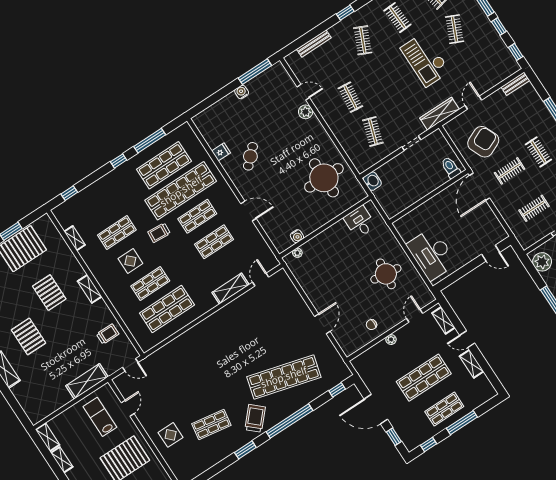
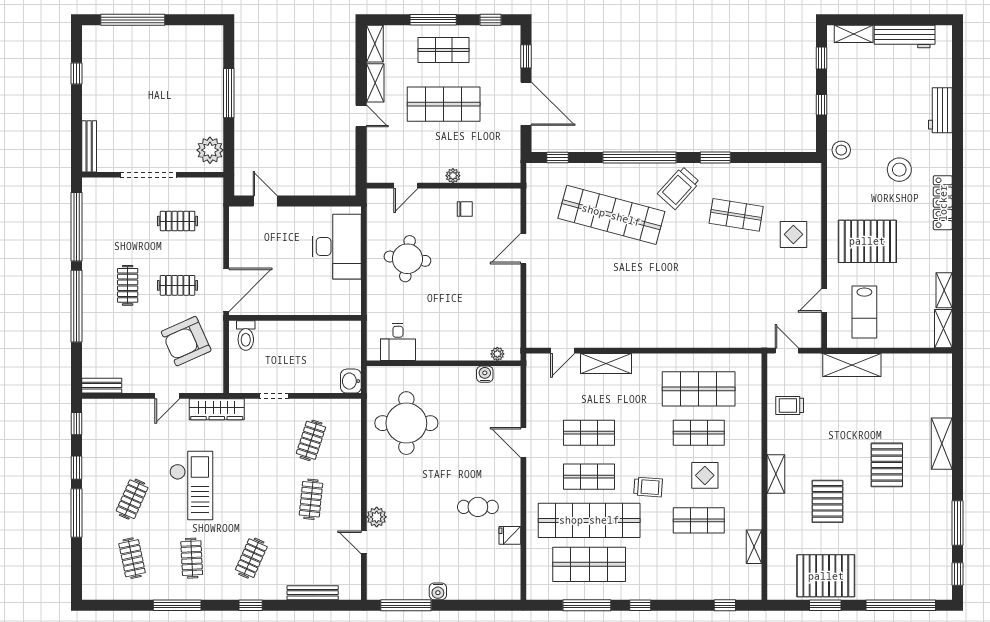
cafe table: (250, 156) -> (478, 507), turned 44
shelving: (443, 320) -> (375, 44), moved

